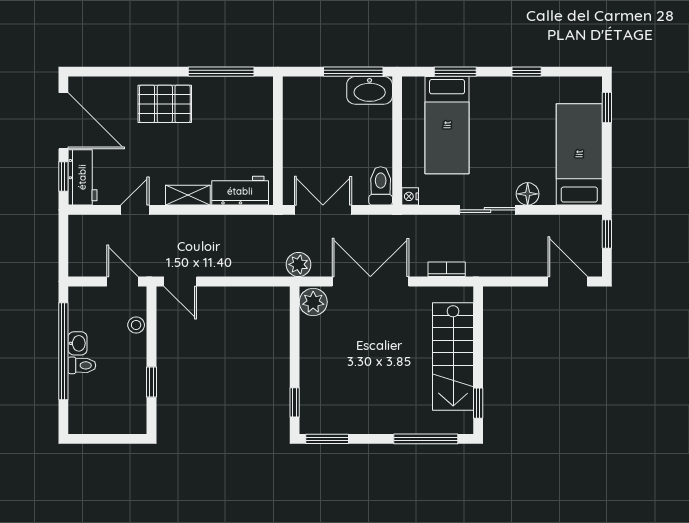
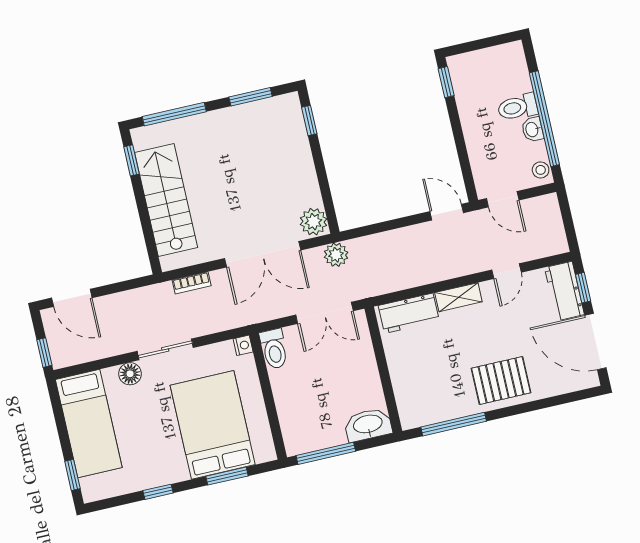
washbasin: (370, 90) -> (368, 425), moved
bed: (447, 125) -> (213, 425), width x1.50
stool: (136, 325) -> (541, 170), moved
toilet: (82, 365) -> (517, 107), width x1.37, depth x1.39
window: (152, 382) -> (446, 82), moved
window: (327, 439) -> (251, 97), moved

